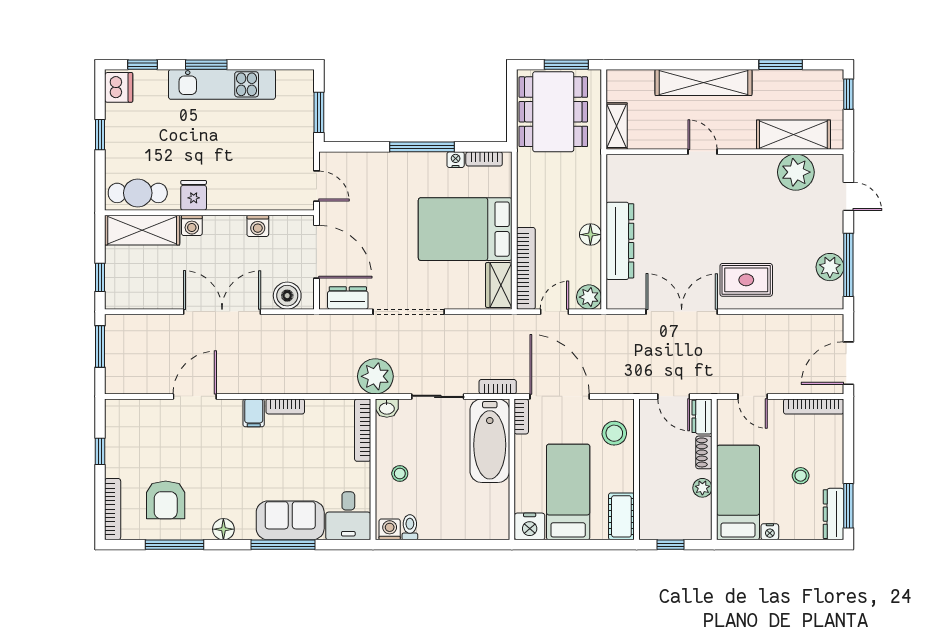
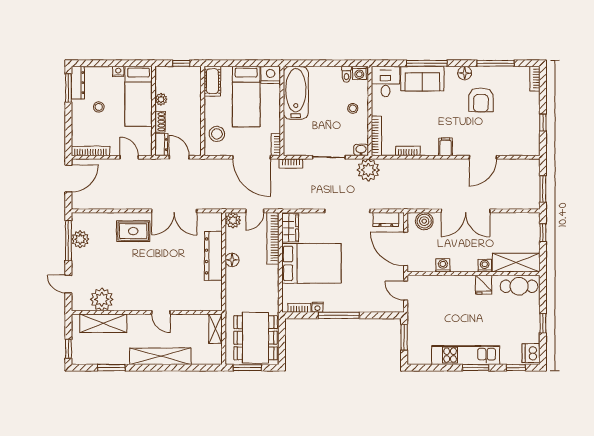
bookcase: (285, 406) -> (408, 151), moved
bathtub: (490, 441) -> (296, 93), moved
armchair: (166, 500) -> (481, 100), moved, turned 180
bookcase: (113, 509) -> (535, 79), width x0.64

